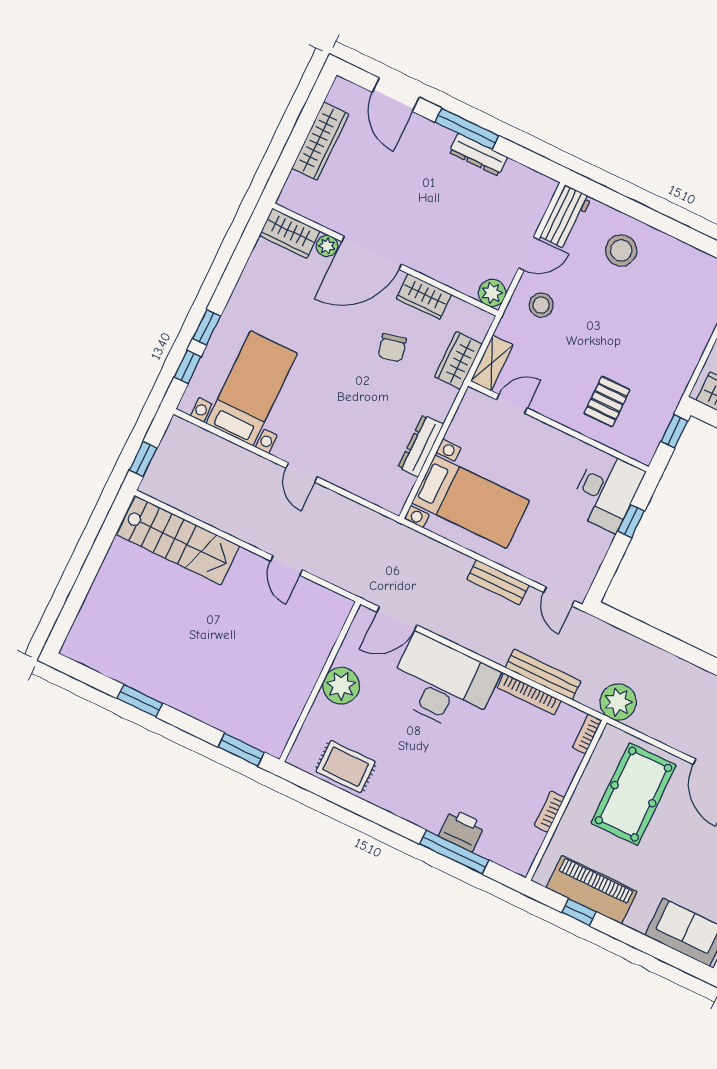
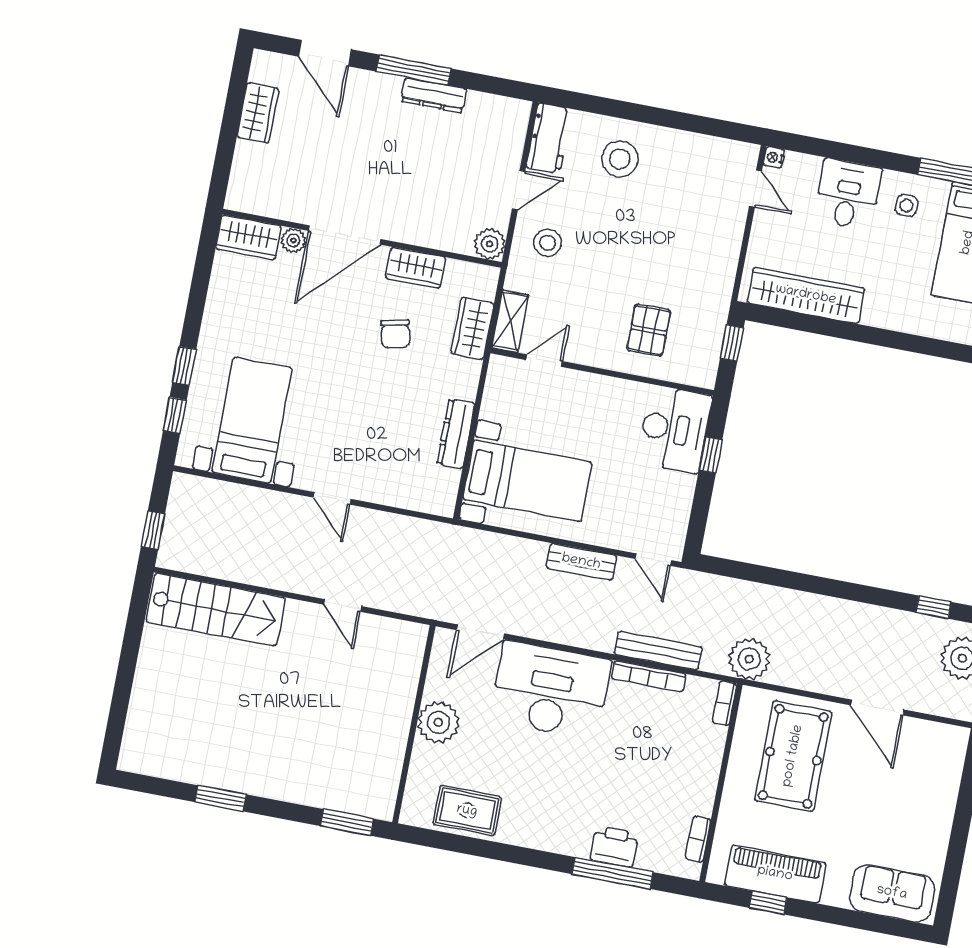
wardrobe: (320, 141) -> (258, 113), width x0.67
bookcase: (549, 812) -> (698, 839), moved

